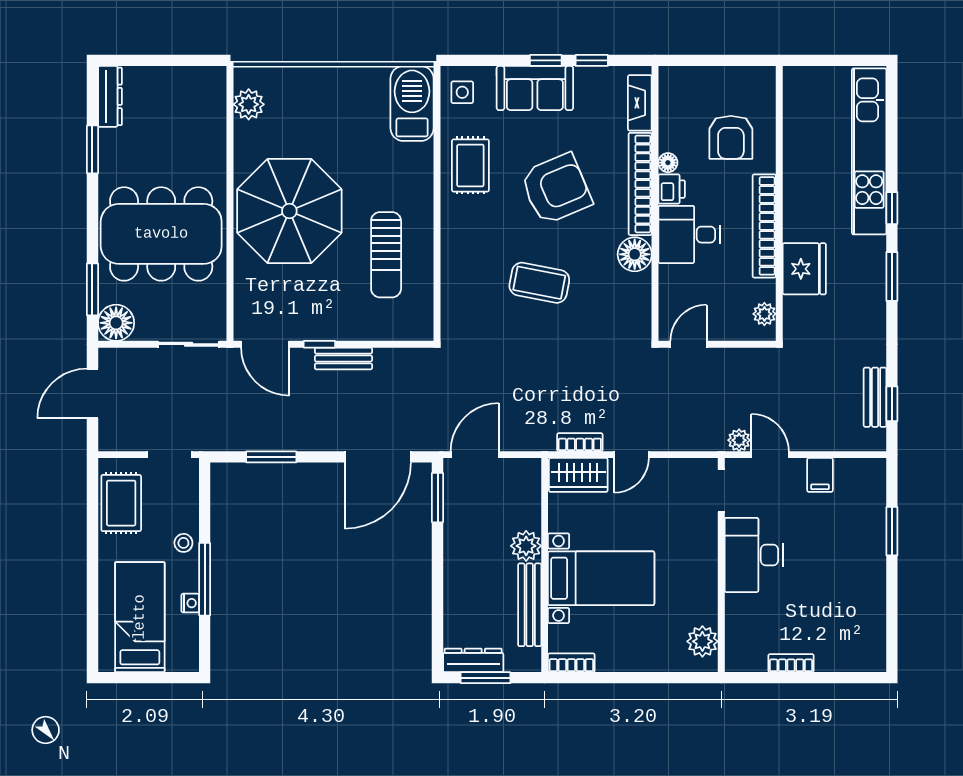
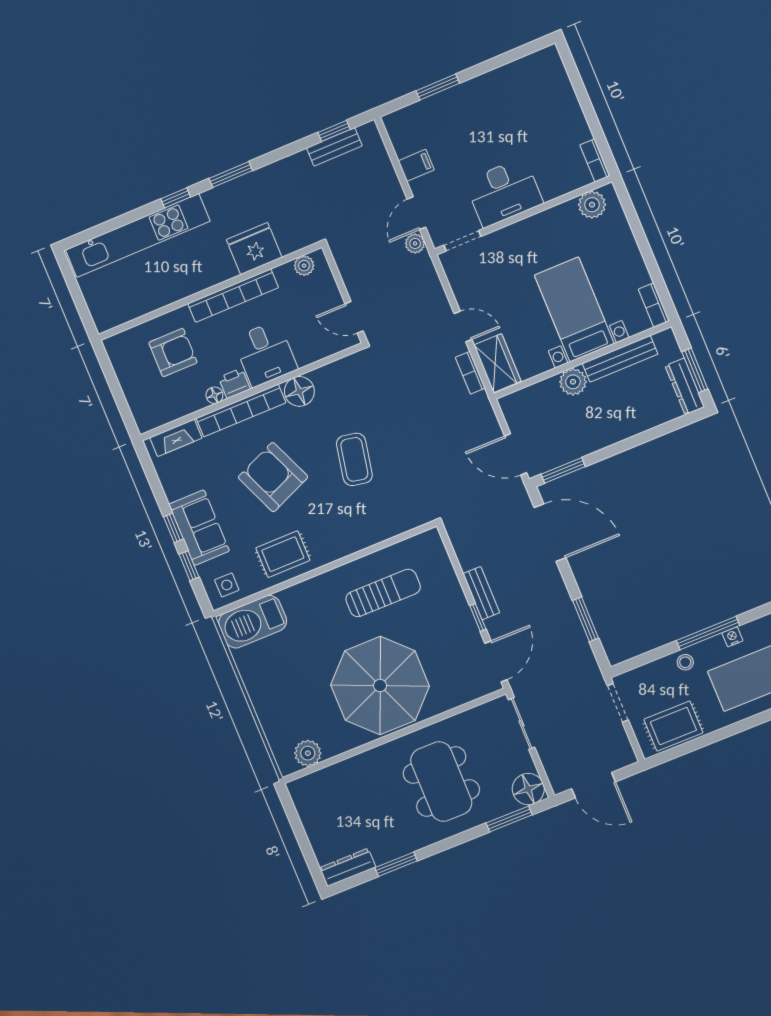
window: (592, 60) -> (189, 566), moved
dining table: (161, 234) -> (441, 782), width x0.73, depth x0.80
bookcase: (791, 663) -> (595, 160), moved

